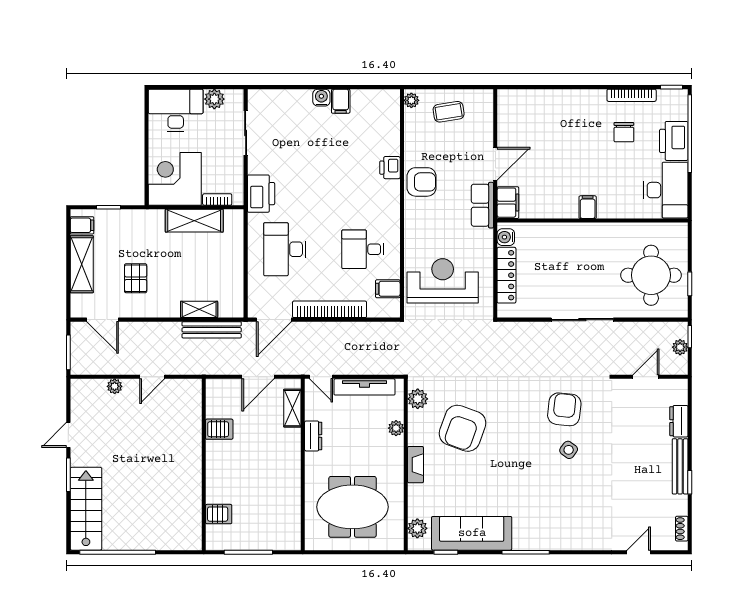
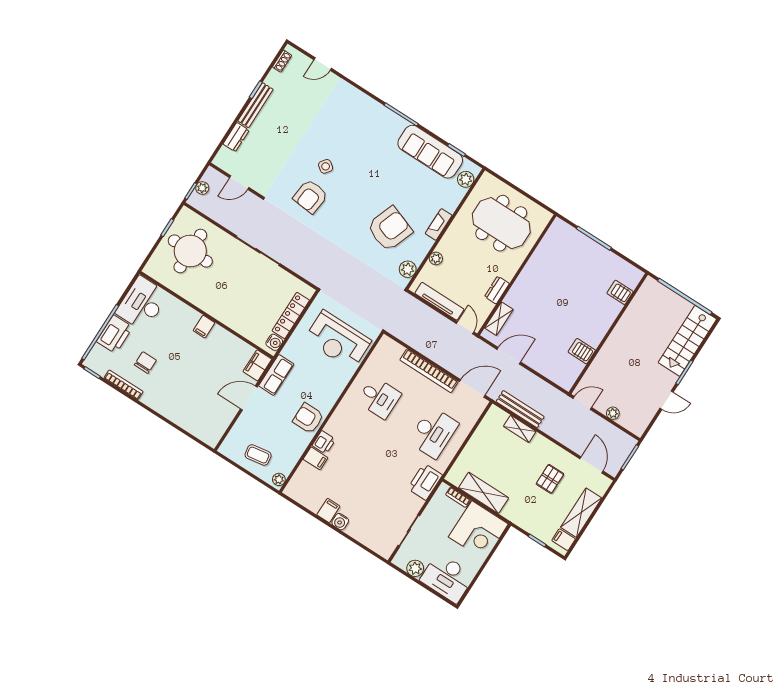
filing cabinet: (388, 289) -> (316, 458), moved
server rack: (219, 429) -> (582, 351), moved
wall: (204, 464) -> (608, 334), moved
server rack: (219, 514) -> (620, 292), moved

